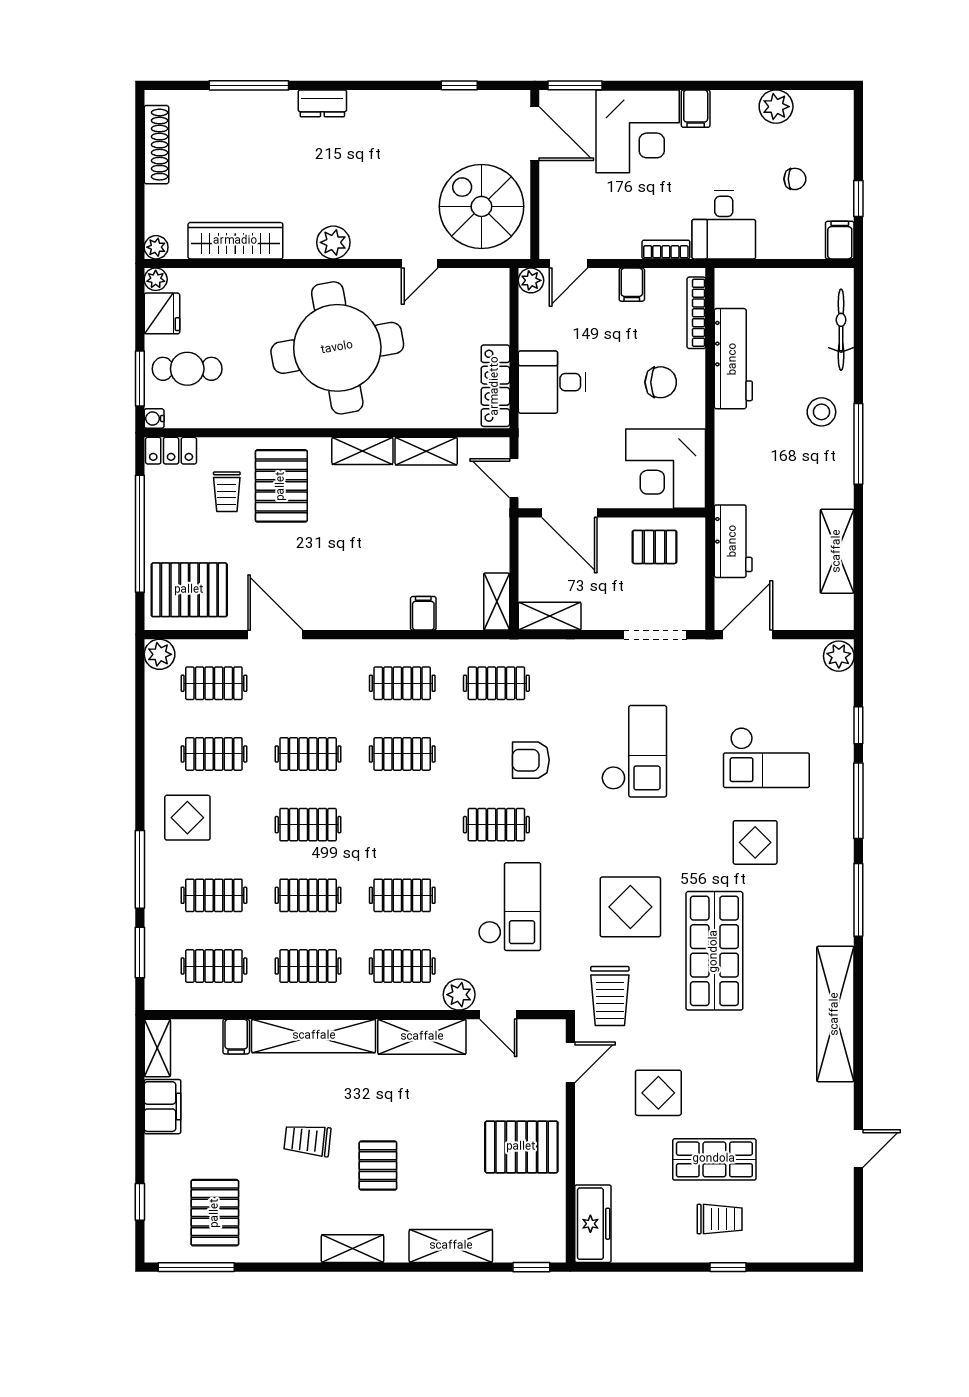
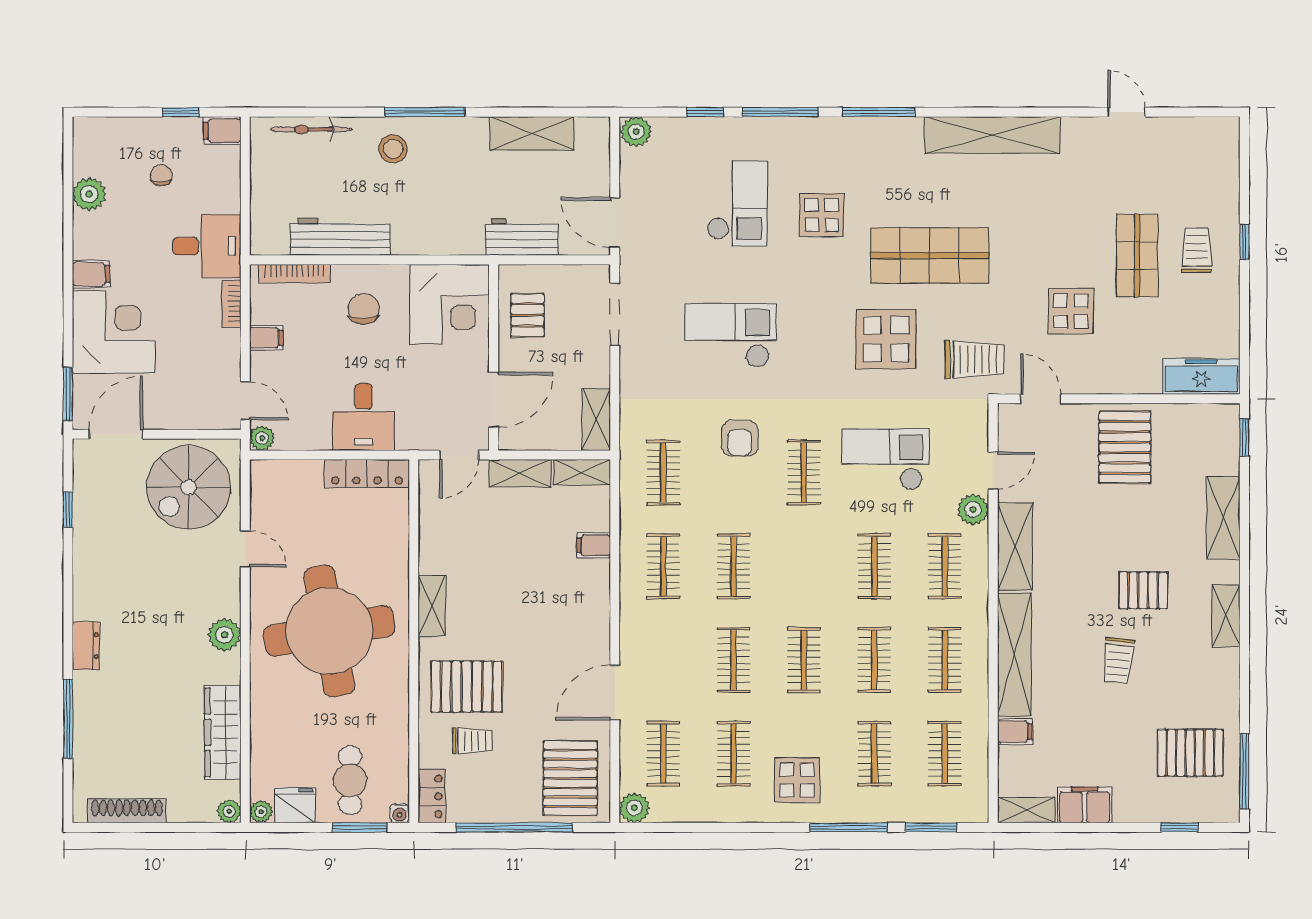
shelving: (426, 451) -> (520, 473), moved, turned 90

